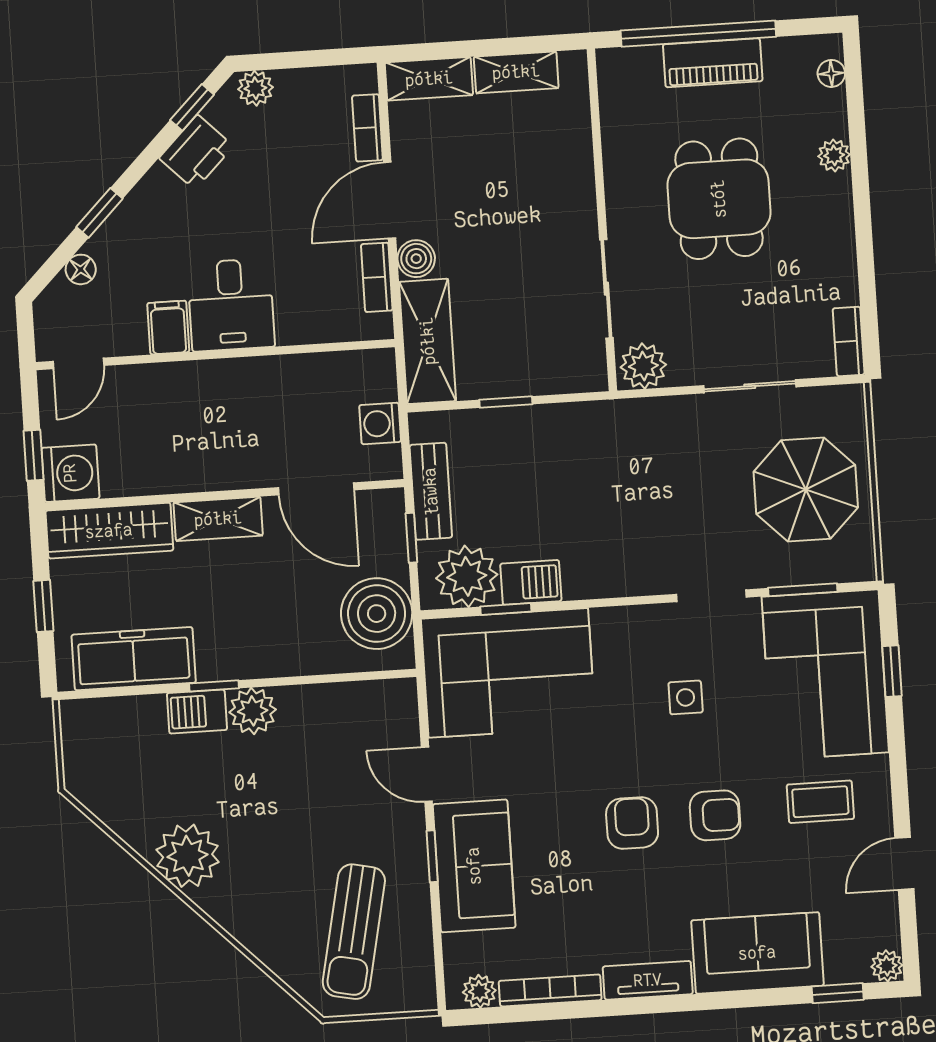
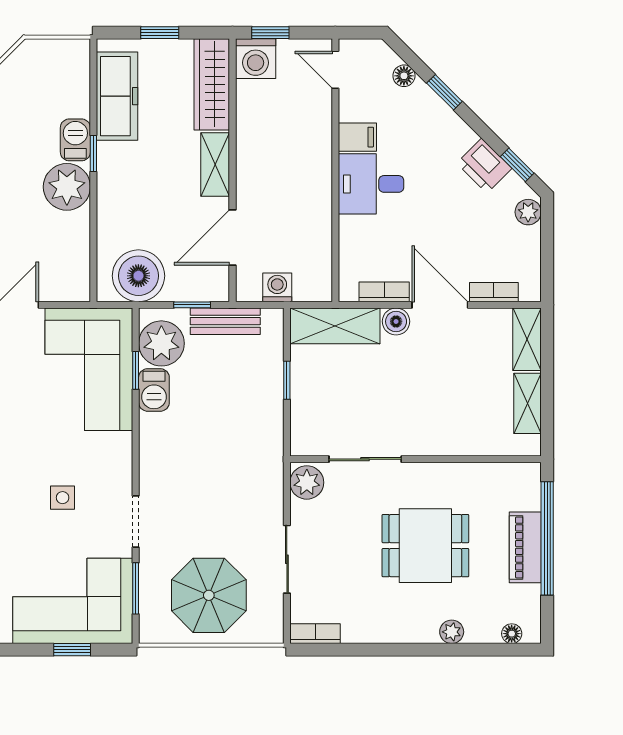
plant: (253, 711) -> (67, 187), width x1.36, depth x1.36

